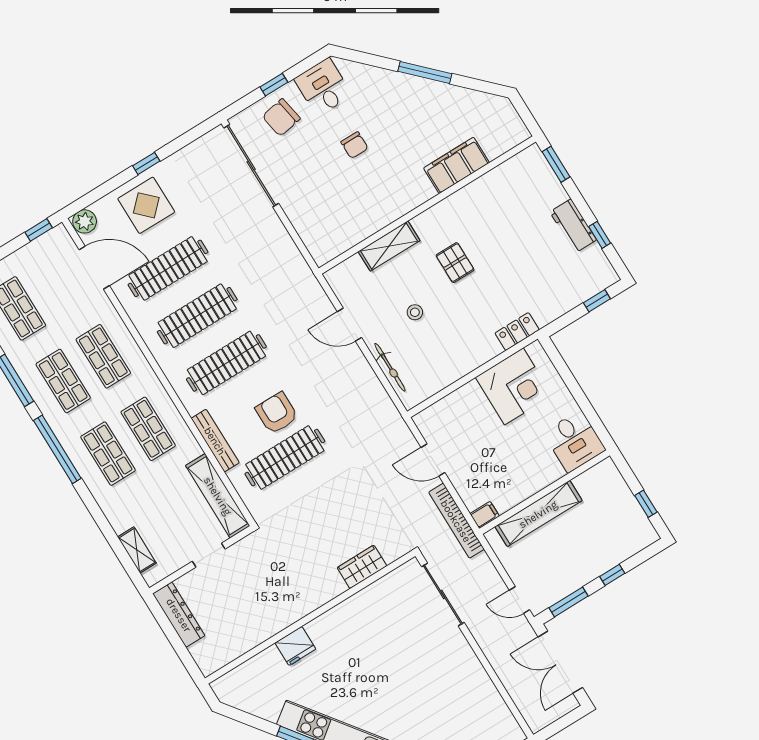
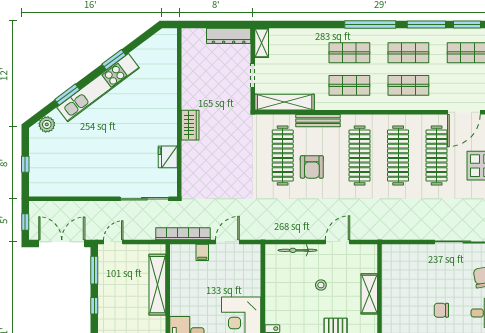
armchair: (277, 413) -> (312, 167), turned 90
filing cabinet: (485, 515) -> (202, 252), moved
shelving: (137, 550) -> (262, 43), moved, turned 90
wardrobe: (362, 567) -> (190, 125), moved
fridge: (295, 646) -> (168, 157), moved
window: (562, 723) -> (25, 222), added

